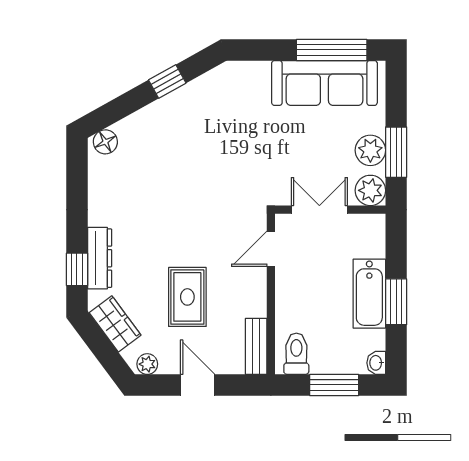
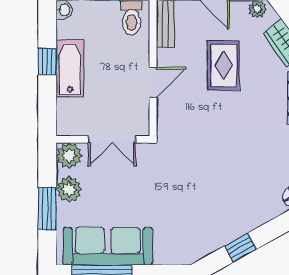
window: (396, 152) -> (47, 209), moved
door: (271, 249) -> (153, 82), moved
window: (396, 302) -> (47, 61), width x0.67

